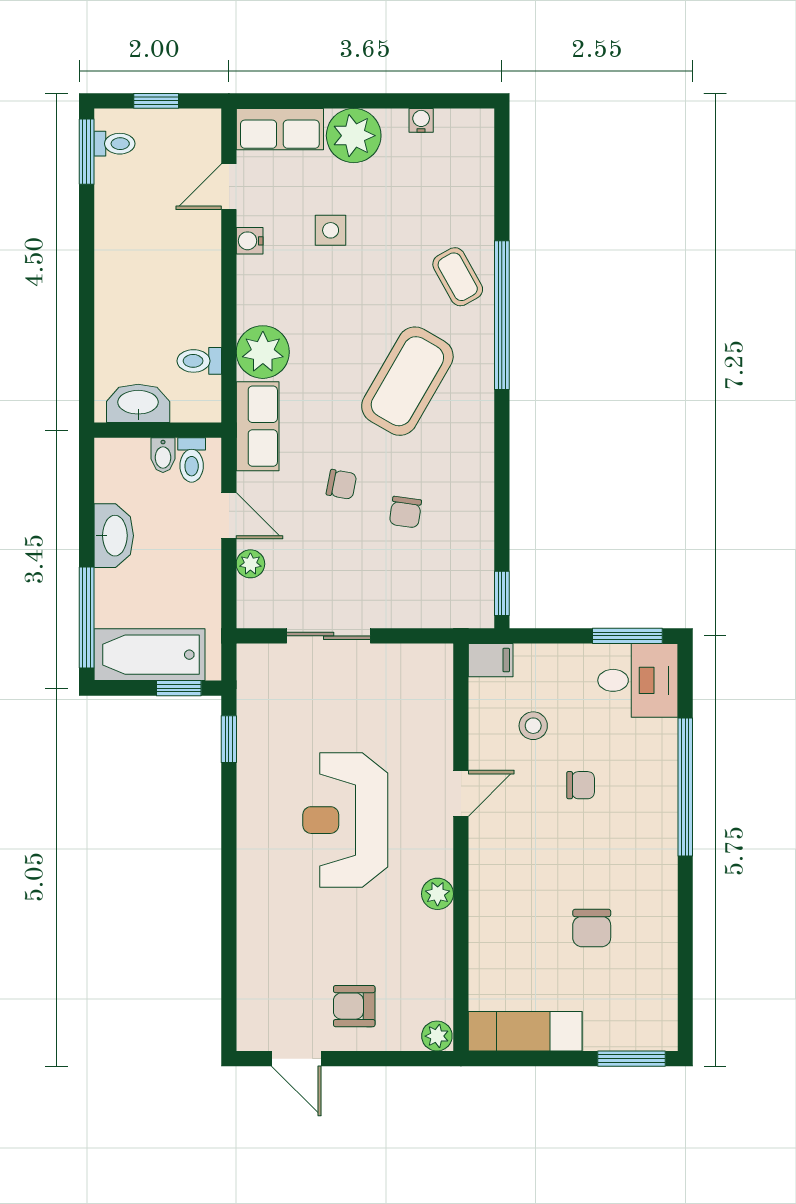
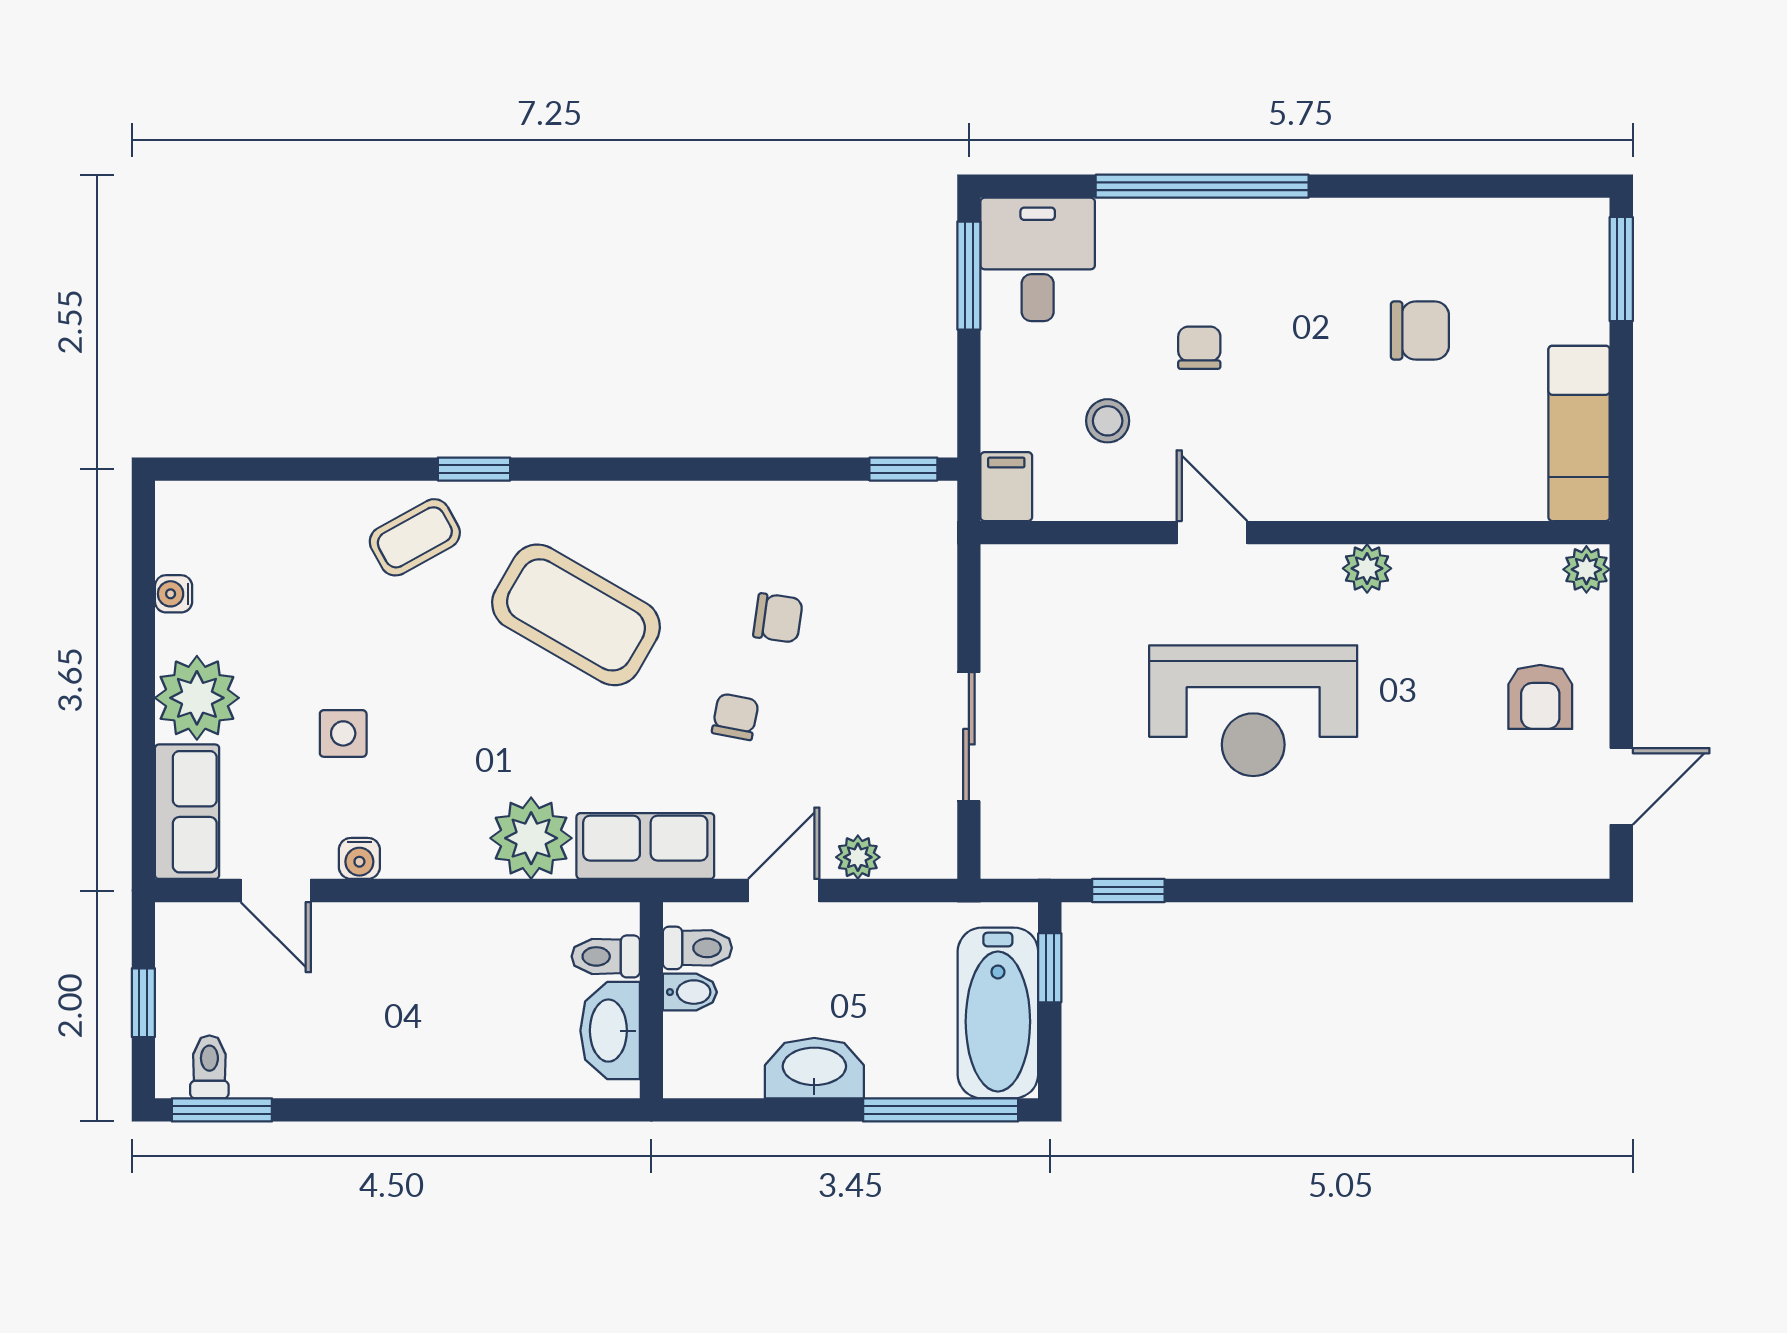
window: (502, 315) -> (474, 469), width x0.32
toilet: (199, 361) -> (606, 956), moved, turned 90

